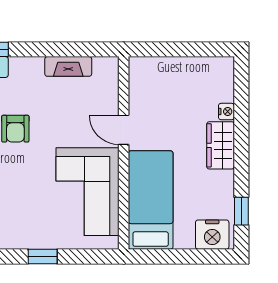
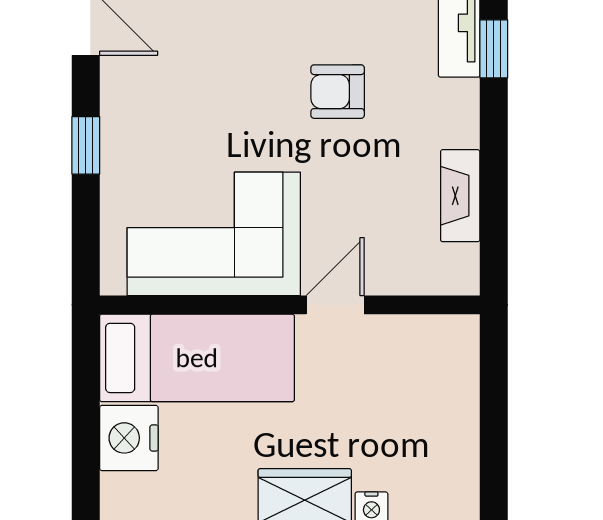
nightstand: (212, 235) -> (129, 438), moved

